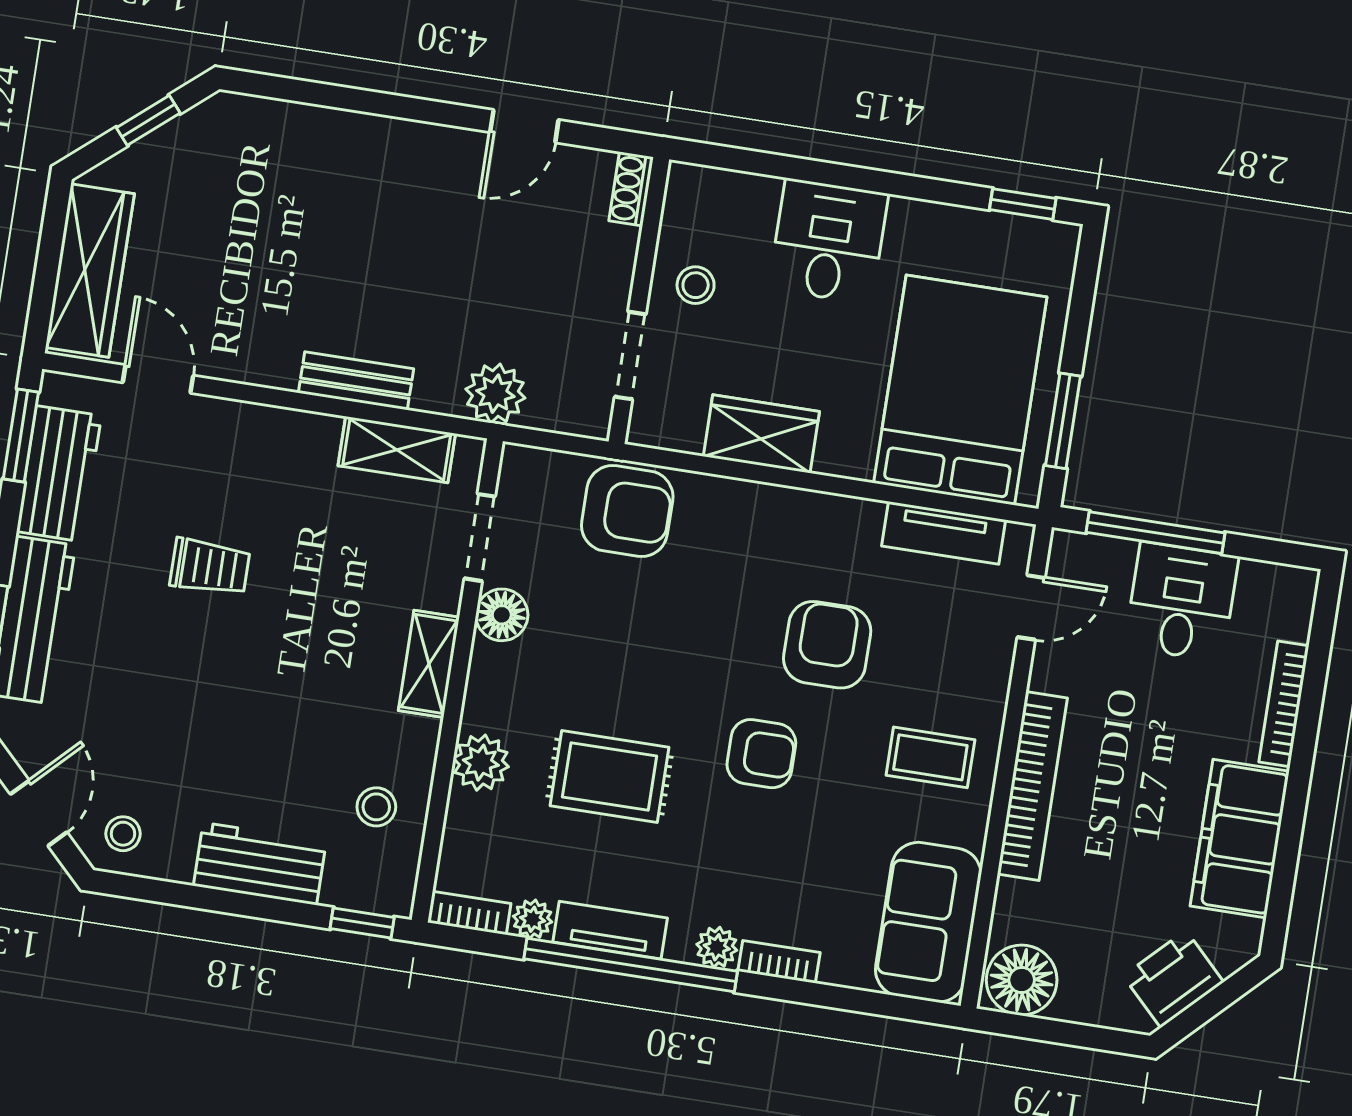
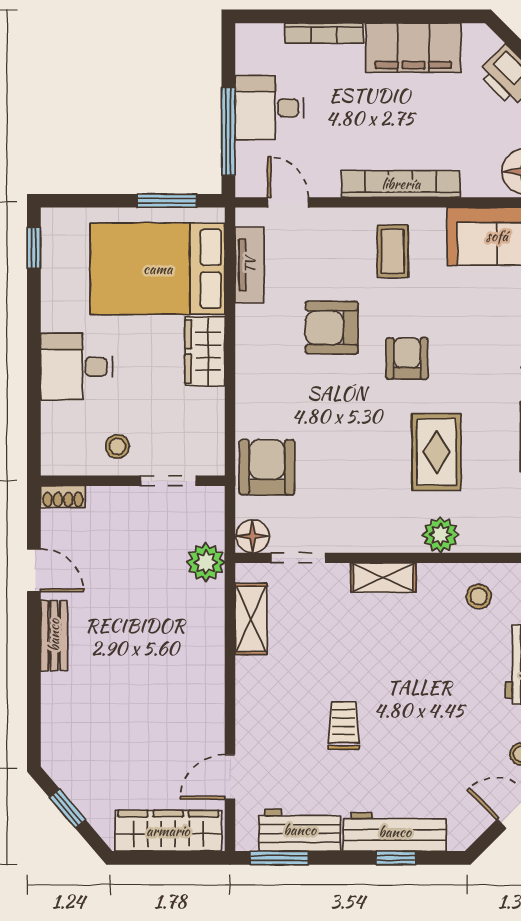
bench: (356, 381) -> (54, 635), moved
wardrobe: (761, 434) -> (205, 351), moved
floor lamp: (502, 615) -> (253, 536), moved

